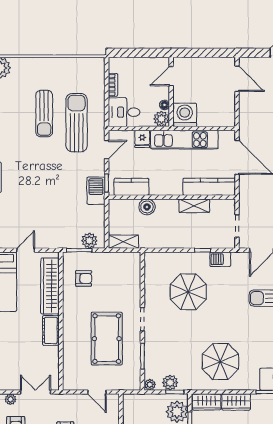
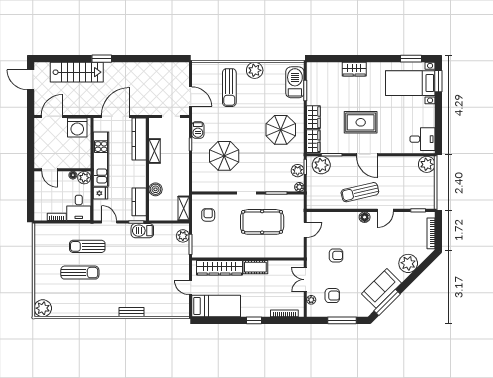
washing machine: (185, 115) -> (77, 127), moved, turned -90
sun lounger: (77, 123) -> (87, 246), width x0.73, depth x0.75
armchair: (84, 278) -> (208, 215), moved

